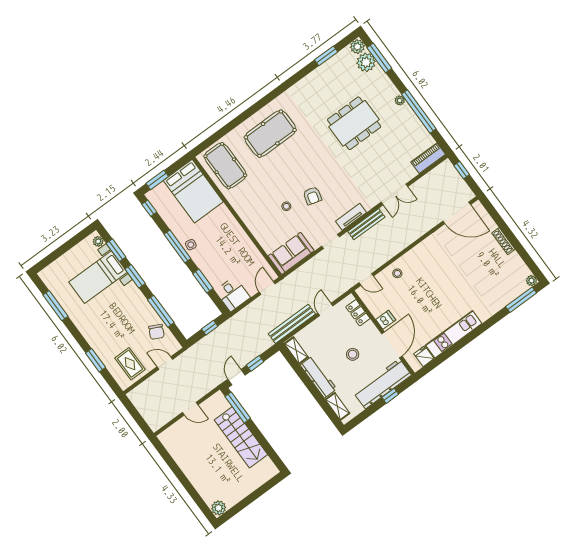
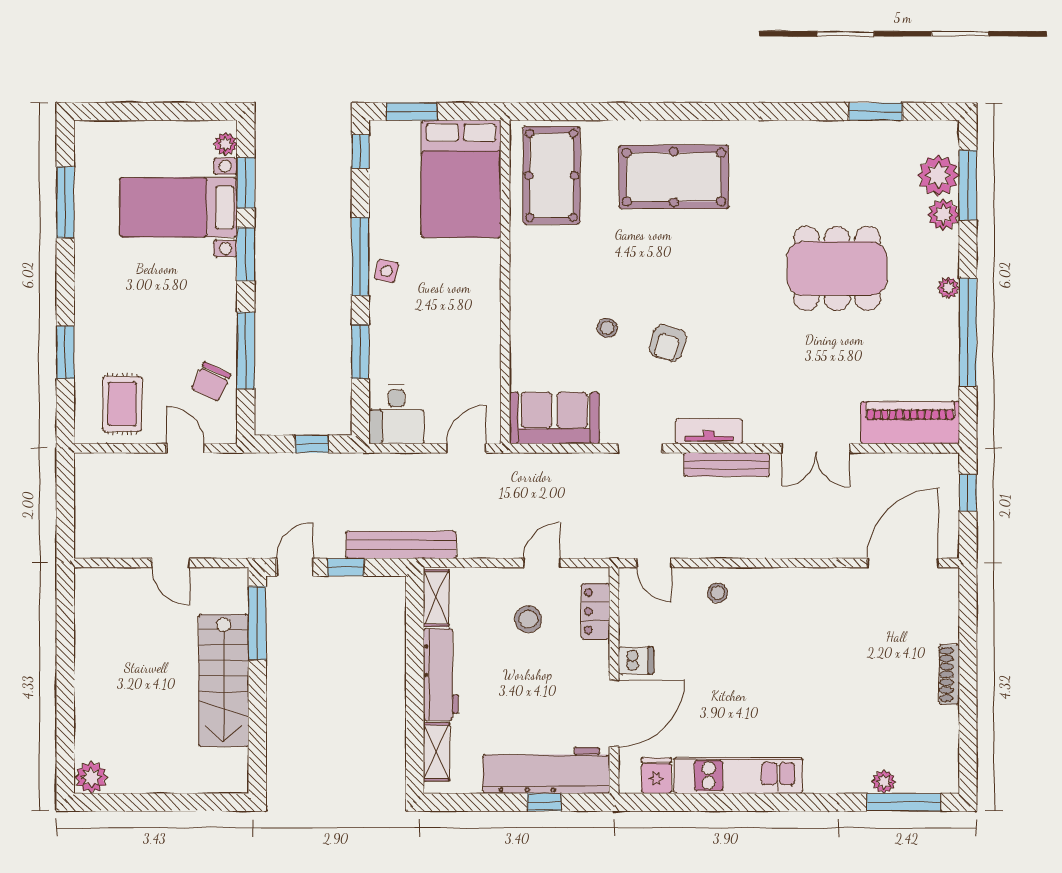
plant: (357, 47) -> (943, 215), moved
piano: (428, 158) -> (910, 423), width x1.37, depth x1.33
door: (457, 213) -> (903, 563), swing flipped
plant: (531, 281) -> (884, 782), moved
bench: (292, 324) -> (401, 545), moved
stool: (353, 354) -> (528, 619), moved

